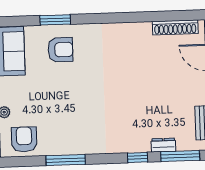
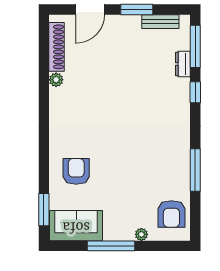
window: (55, 20) -> (44, 210), moved
plant: (145, 28) -> (56, 80), added
armchair: (24, 139) -> (171, 214), turned -90

